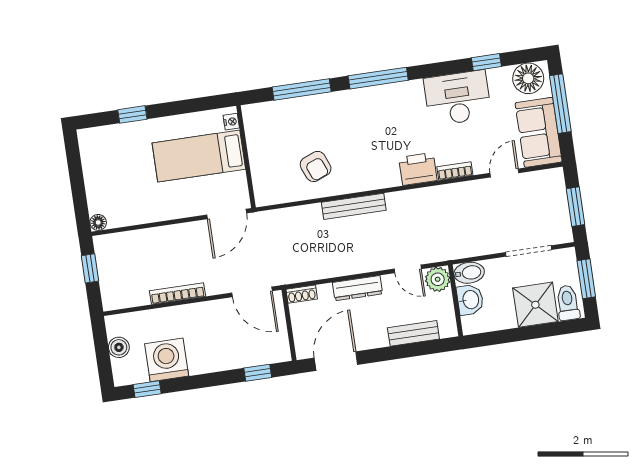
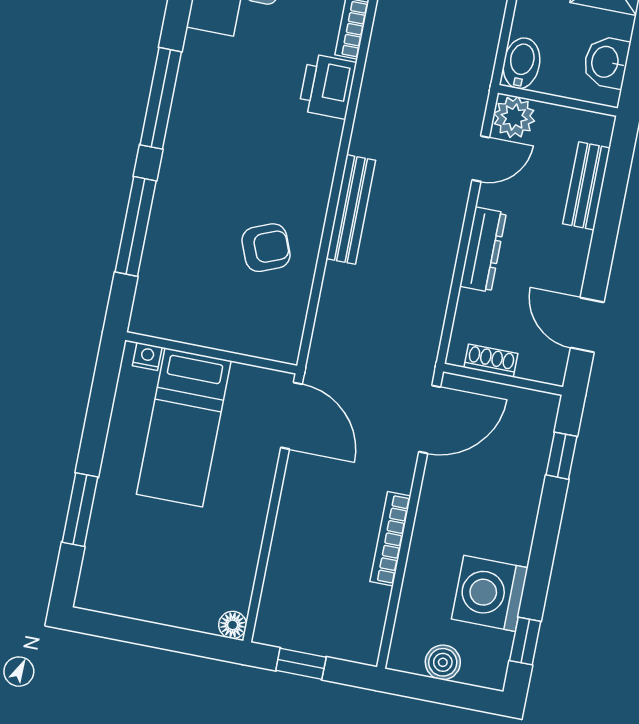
window: (132, 114) -> (80, 510), width x1.50
shoe rack: (302, 294) -> (491, 361), moved, turned -90
washbasin: (470, 300) -> (606, 62), moved, turned -90
door: (336, 361) -> (587, 325), width x0.73

